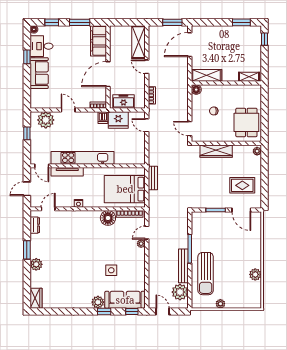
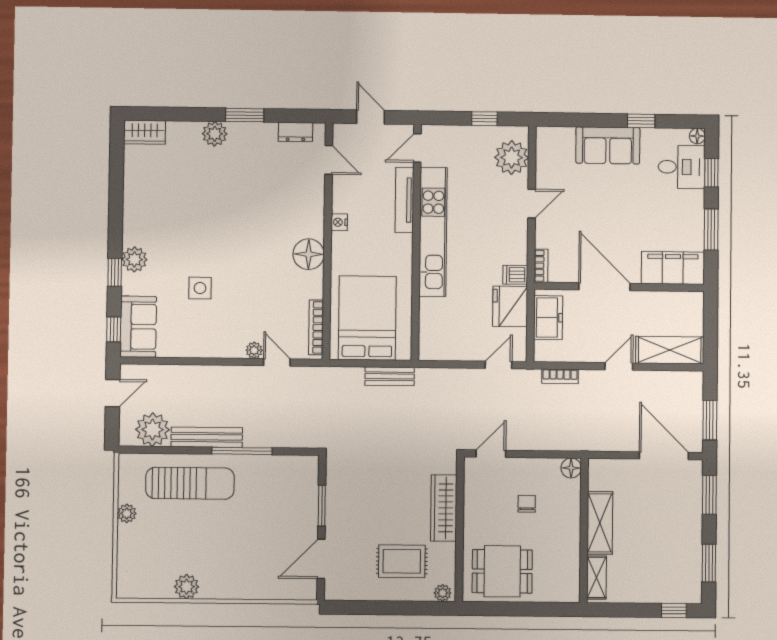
window: (209, 22) -> (709, 495), added
desk: (41, 46) -> (682, 167), moved, turned 90
shelving: (207, 75) -> (600, 523), moved
rug: (242, 185) -> (402, 561), moved, turned 90
floor lamp: (108, 218) -> (309, 254), moved
sun lounger: (206, 274) -> (190, 483), turned 180
sofa: (125, 300) -> (138, 327), width x0.73

